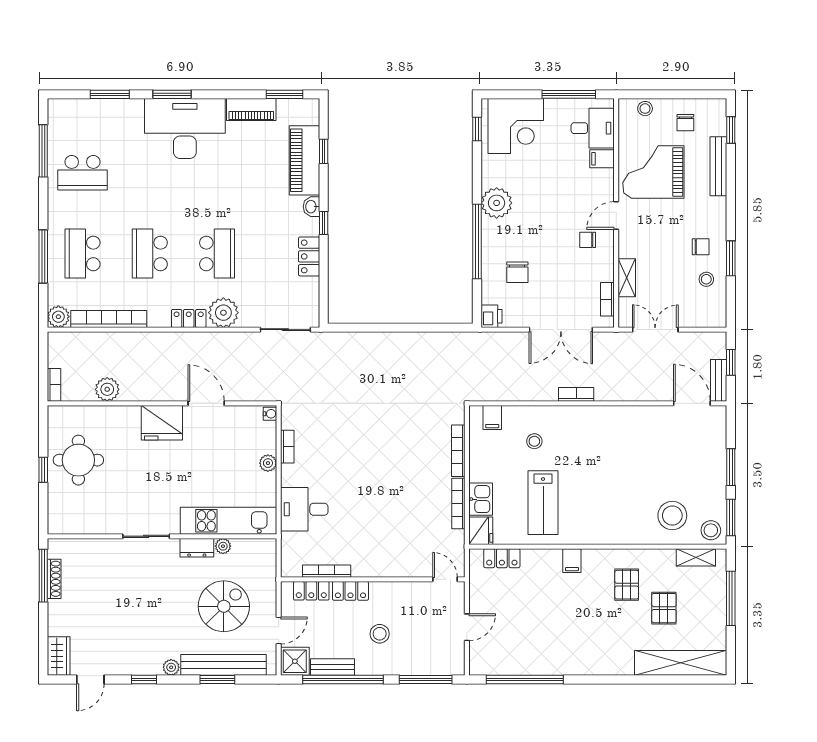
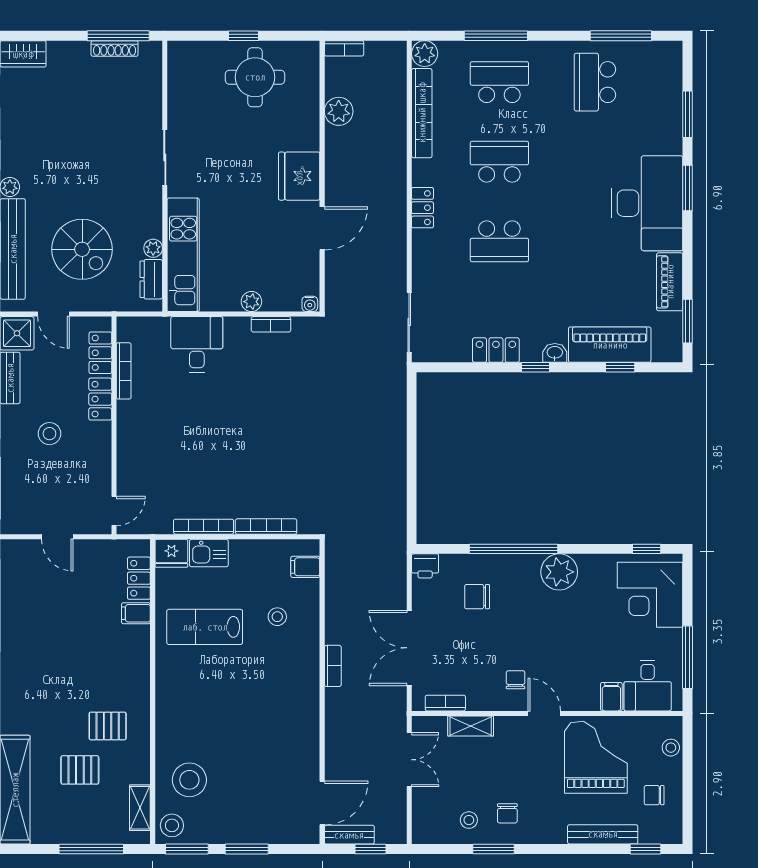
plant: (223, 313) -> (429, 249), removed
dresser: (197, 548) -> (151, 279), moved
filing cabinet: (572, 561) -> (136, 613), moved

